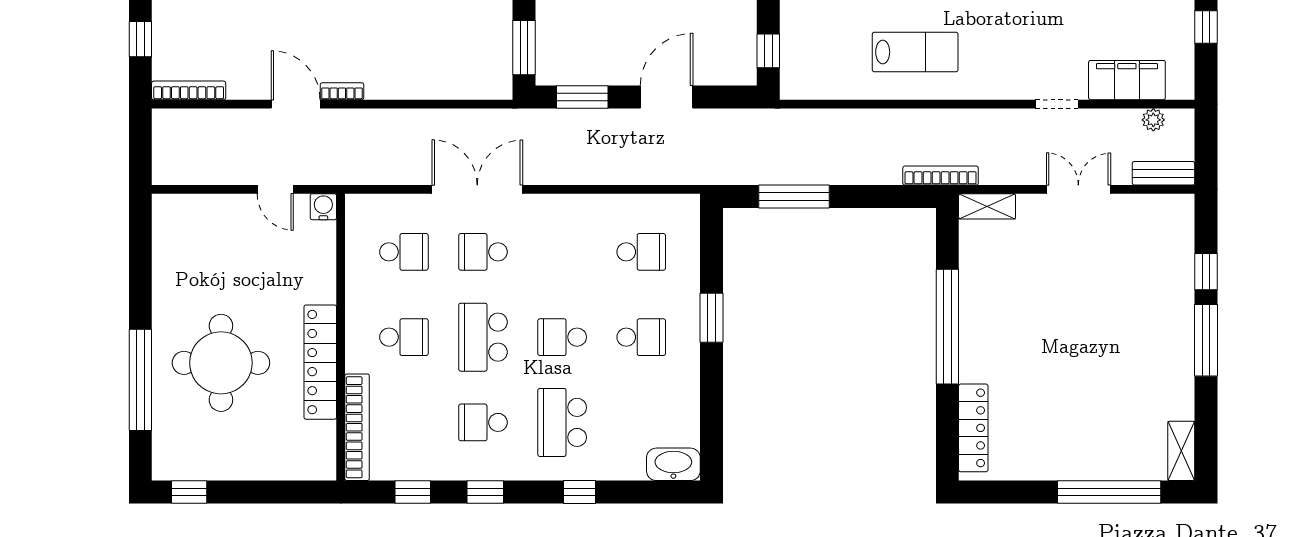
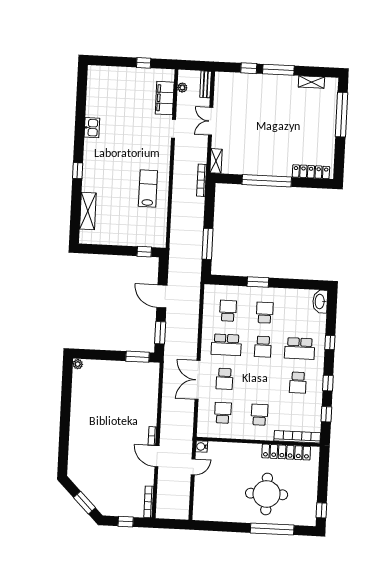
door: (296, 104) -> (157, 456), hinge flipped
school desk: (483, 337) -> (226, 345), moved
locker: (320, 362) -> (286, 452), moved
shelving: (1181, 451) -> (311, 82), moved

